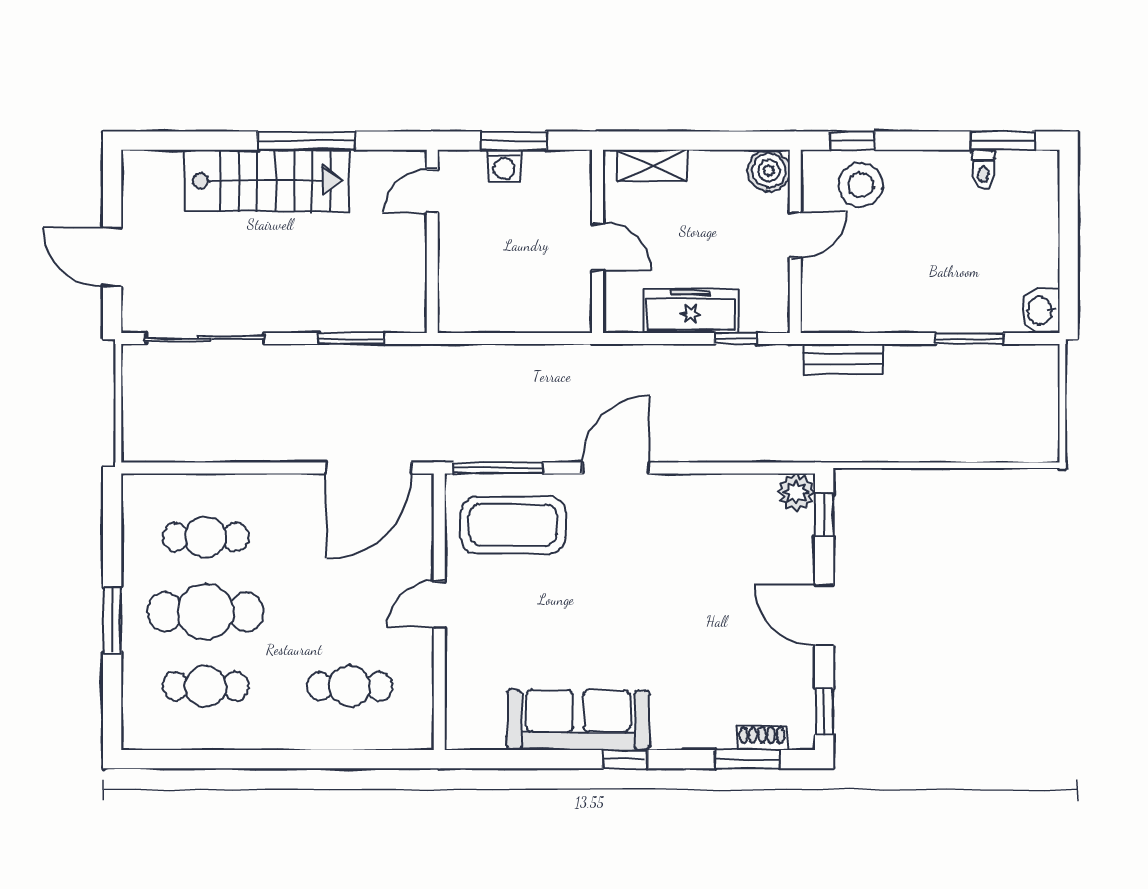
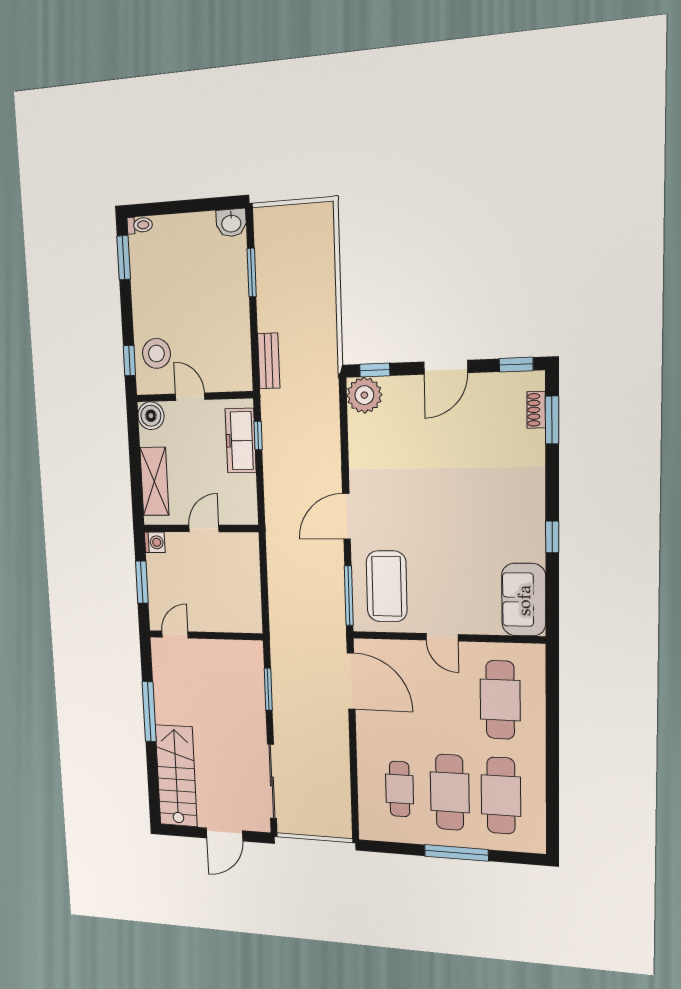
shelving: (653, 165) -> (154, 481), width x1.50, depth x1.33
washing machine: (504, 166) -> (155, 542), moved
toilet: (983, 169) -> (140, 225), moved
stairs: (267, 181) -> (176, 776), moved
door: (432, 191) -> (175, 634), swing flipped
freezer: (691, 311) -> (241, 441), moved
door: (616, 468) -> (346, 516), hinge flipped
plant: (796, 492) -> (364, 395), width x1.36, depth x1.36
window: (112, 620) -> (456, 853), width x1.44
cafe table: (206, 686) -> (501, 796), width x1.37, depth x1.35
cafe table: (349, 686) -> (500, 700), width x1.37, depth x1.35
sofa: (578, 720) -> (524, 600), moved, width x0.73
window: (625, 759) -> (552, 537), moved

